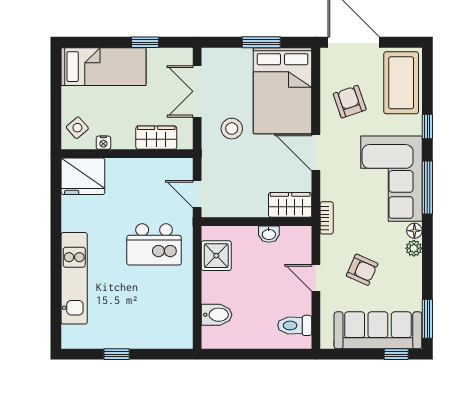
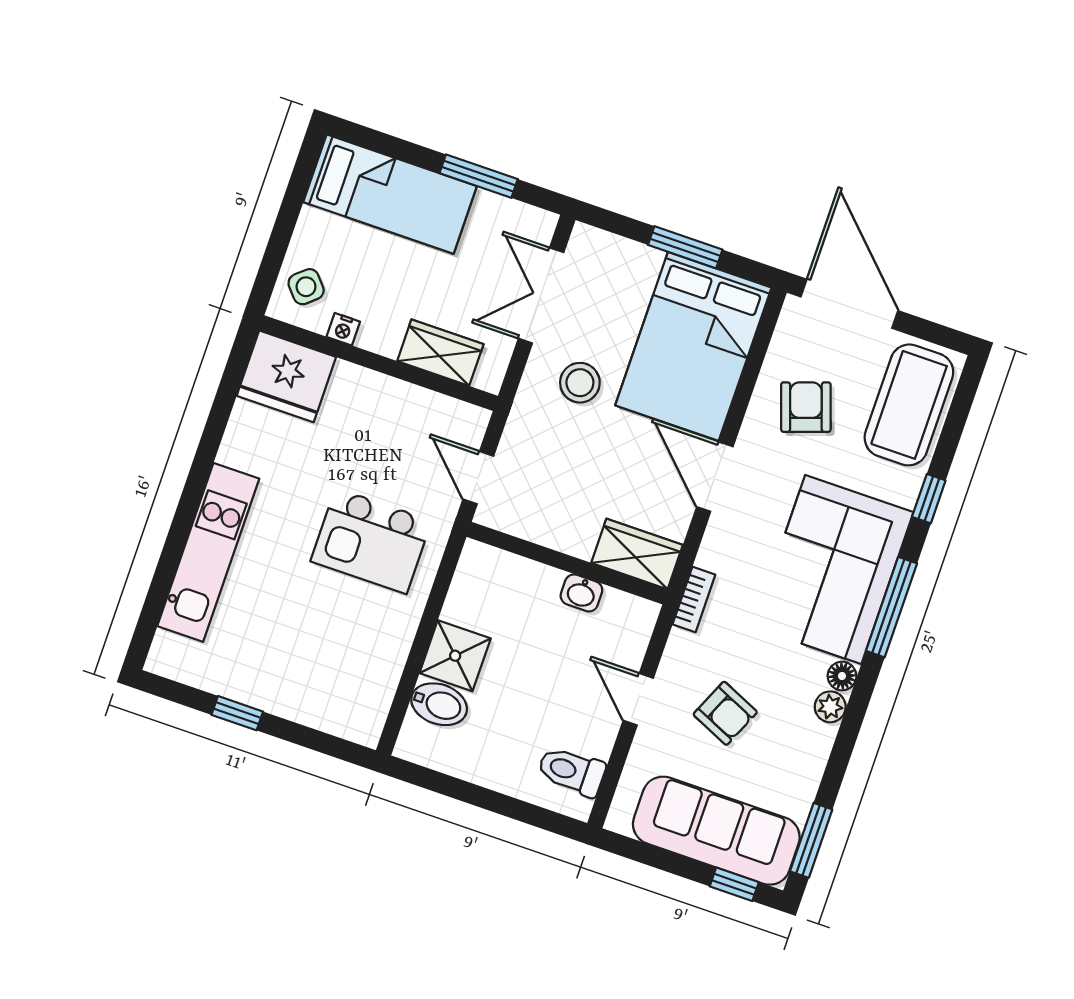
window: (145, 42) -> (479, 176), width x1.50
shower: (216, 256) -> (455, 656), moved

